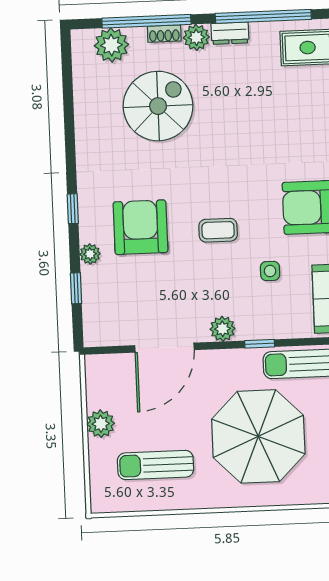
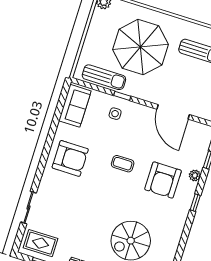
side table: (270, 271) -> (115, 114), moved
plant: (223, 329) -> (139, 111), removed
door: (165, 348) -> (173, 112), swing flipped

